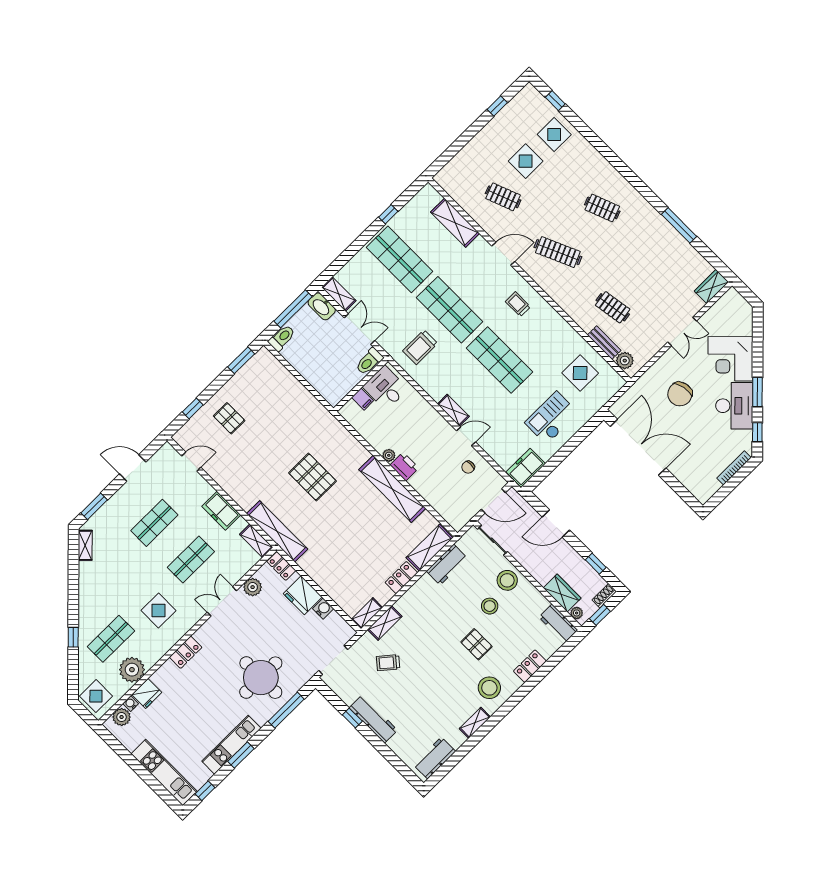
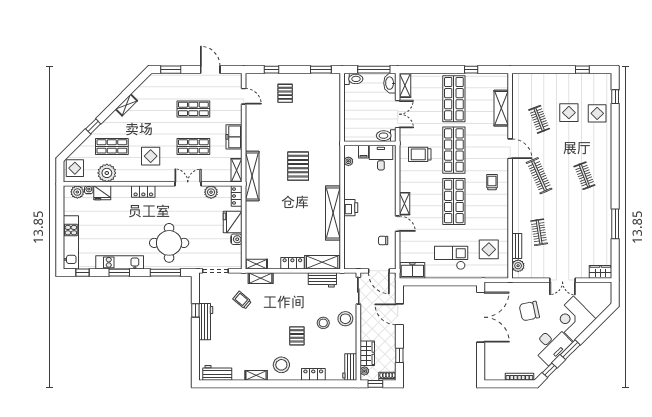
plant: (389, 455) -> (348, 161), moved
shelving: (85, 545) -> (126, 105), moved

